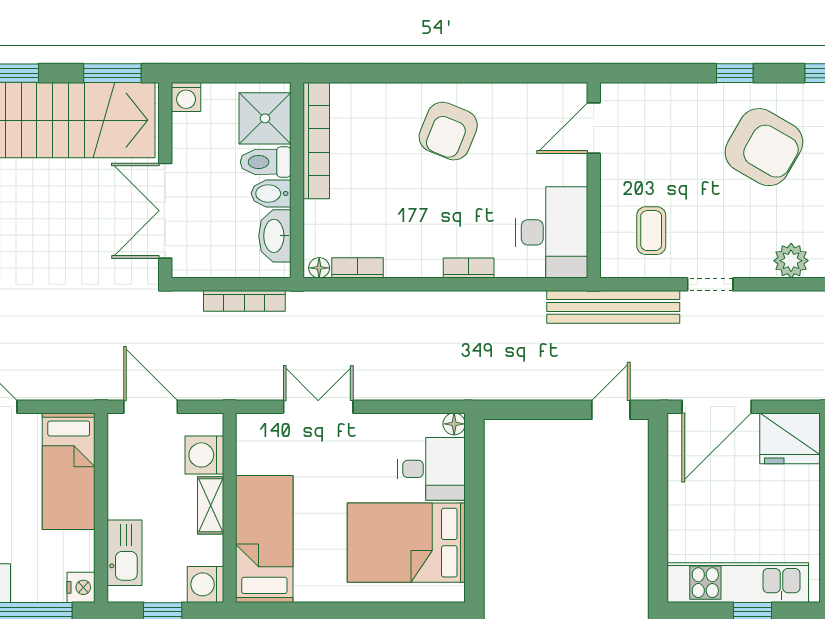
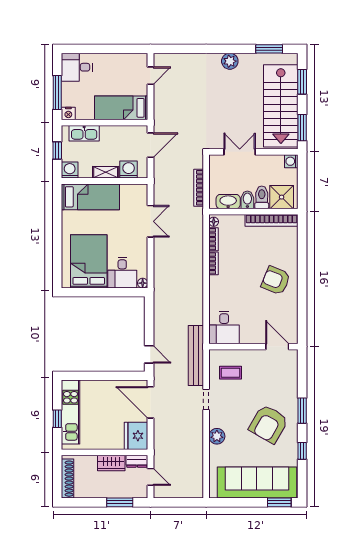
window: (735, 73) -> (302, 411), width x1.50
double door: (165, 211) -> (240, 152), width x0.73
desk: (552, 232) -> (224, 327), width x0.73
bookcase: (469, 268) -> (214, 263), moved

